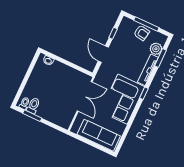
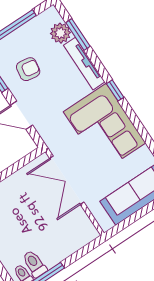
armchair: (142, 33) -> (28, 69), moved
double door: (85, 96) -> (67, 180), swing flipped

